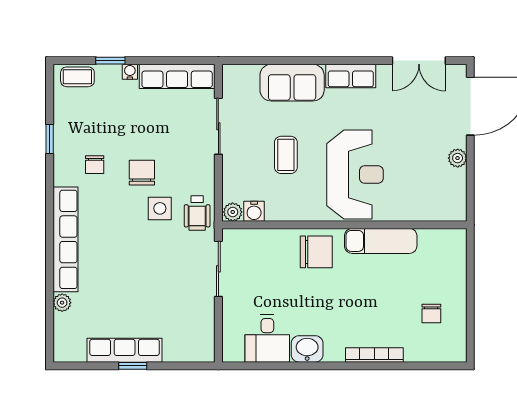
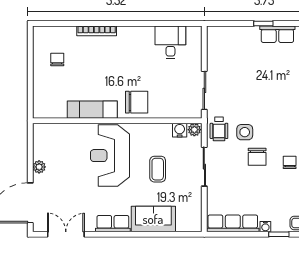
sliding door: (218, 126) -> (204, 167), moved
wheelchair: (197, 213) -> (219, 129), turned 180
chair: (316, 252) -> (137, 102), turned 180
washbasin: (307, 349) -> (143, 35), removed
row of seats: (125, 350) -> (277, 34), width x0.68

